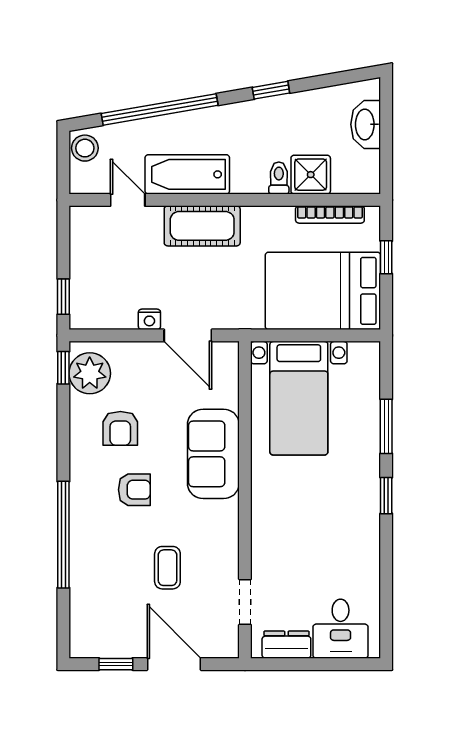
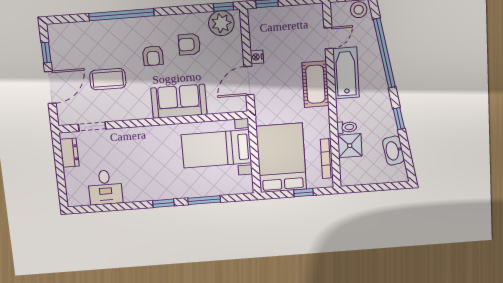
washbasin: (366, 124) -> (393, 151), moved, turned -100
coffee table: (167, 568) -> (108, 79), width x1.36, depth x1.30
desk: (341, 629) -> (105, 187), moved, turned -90

